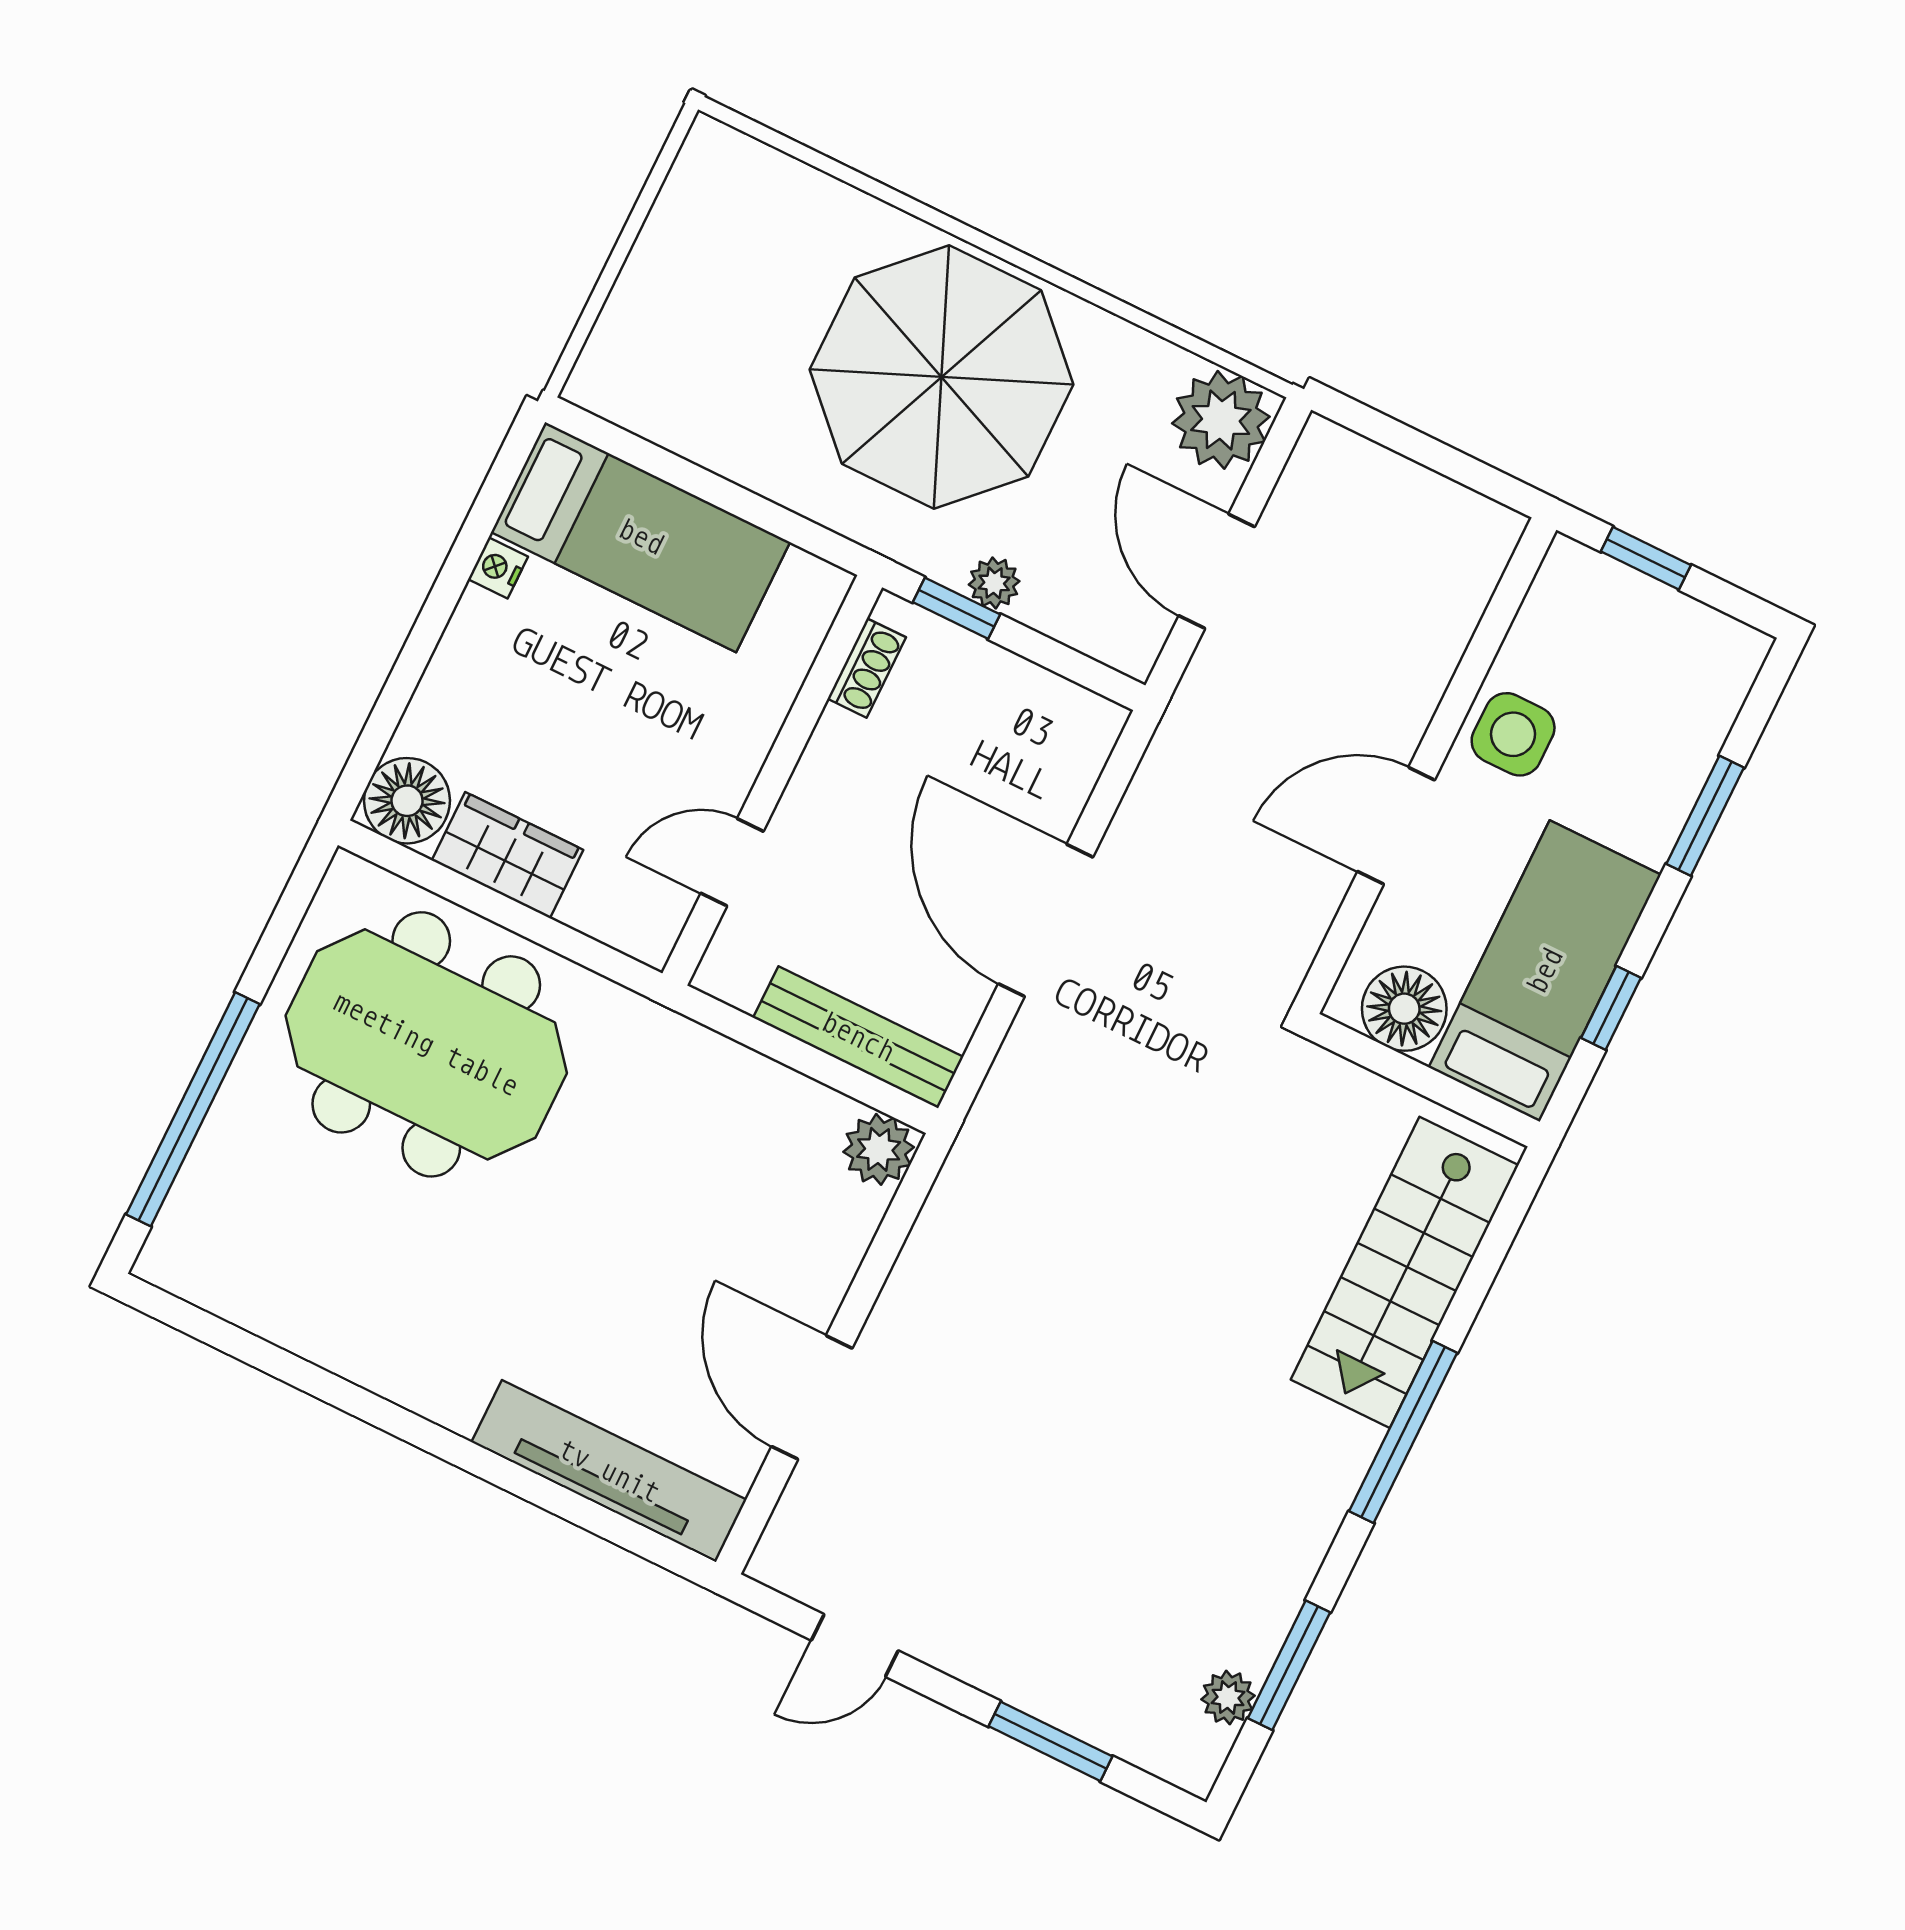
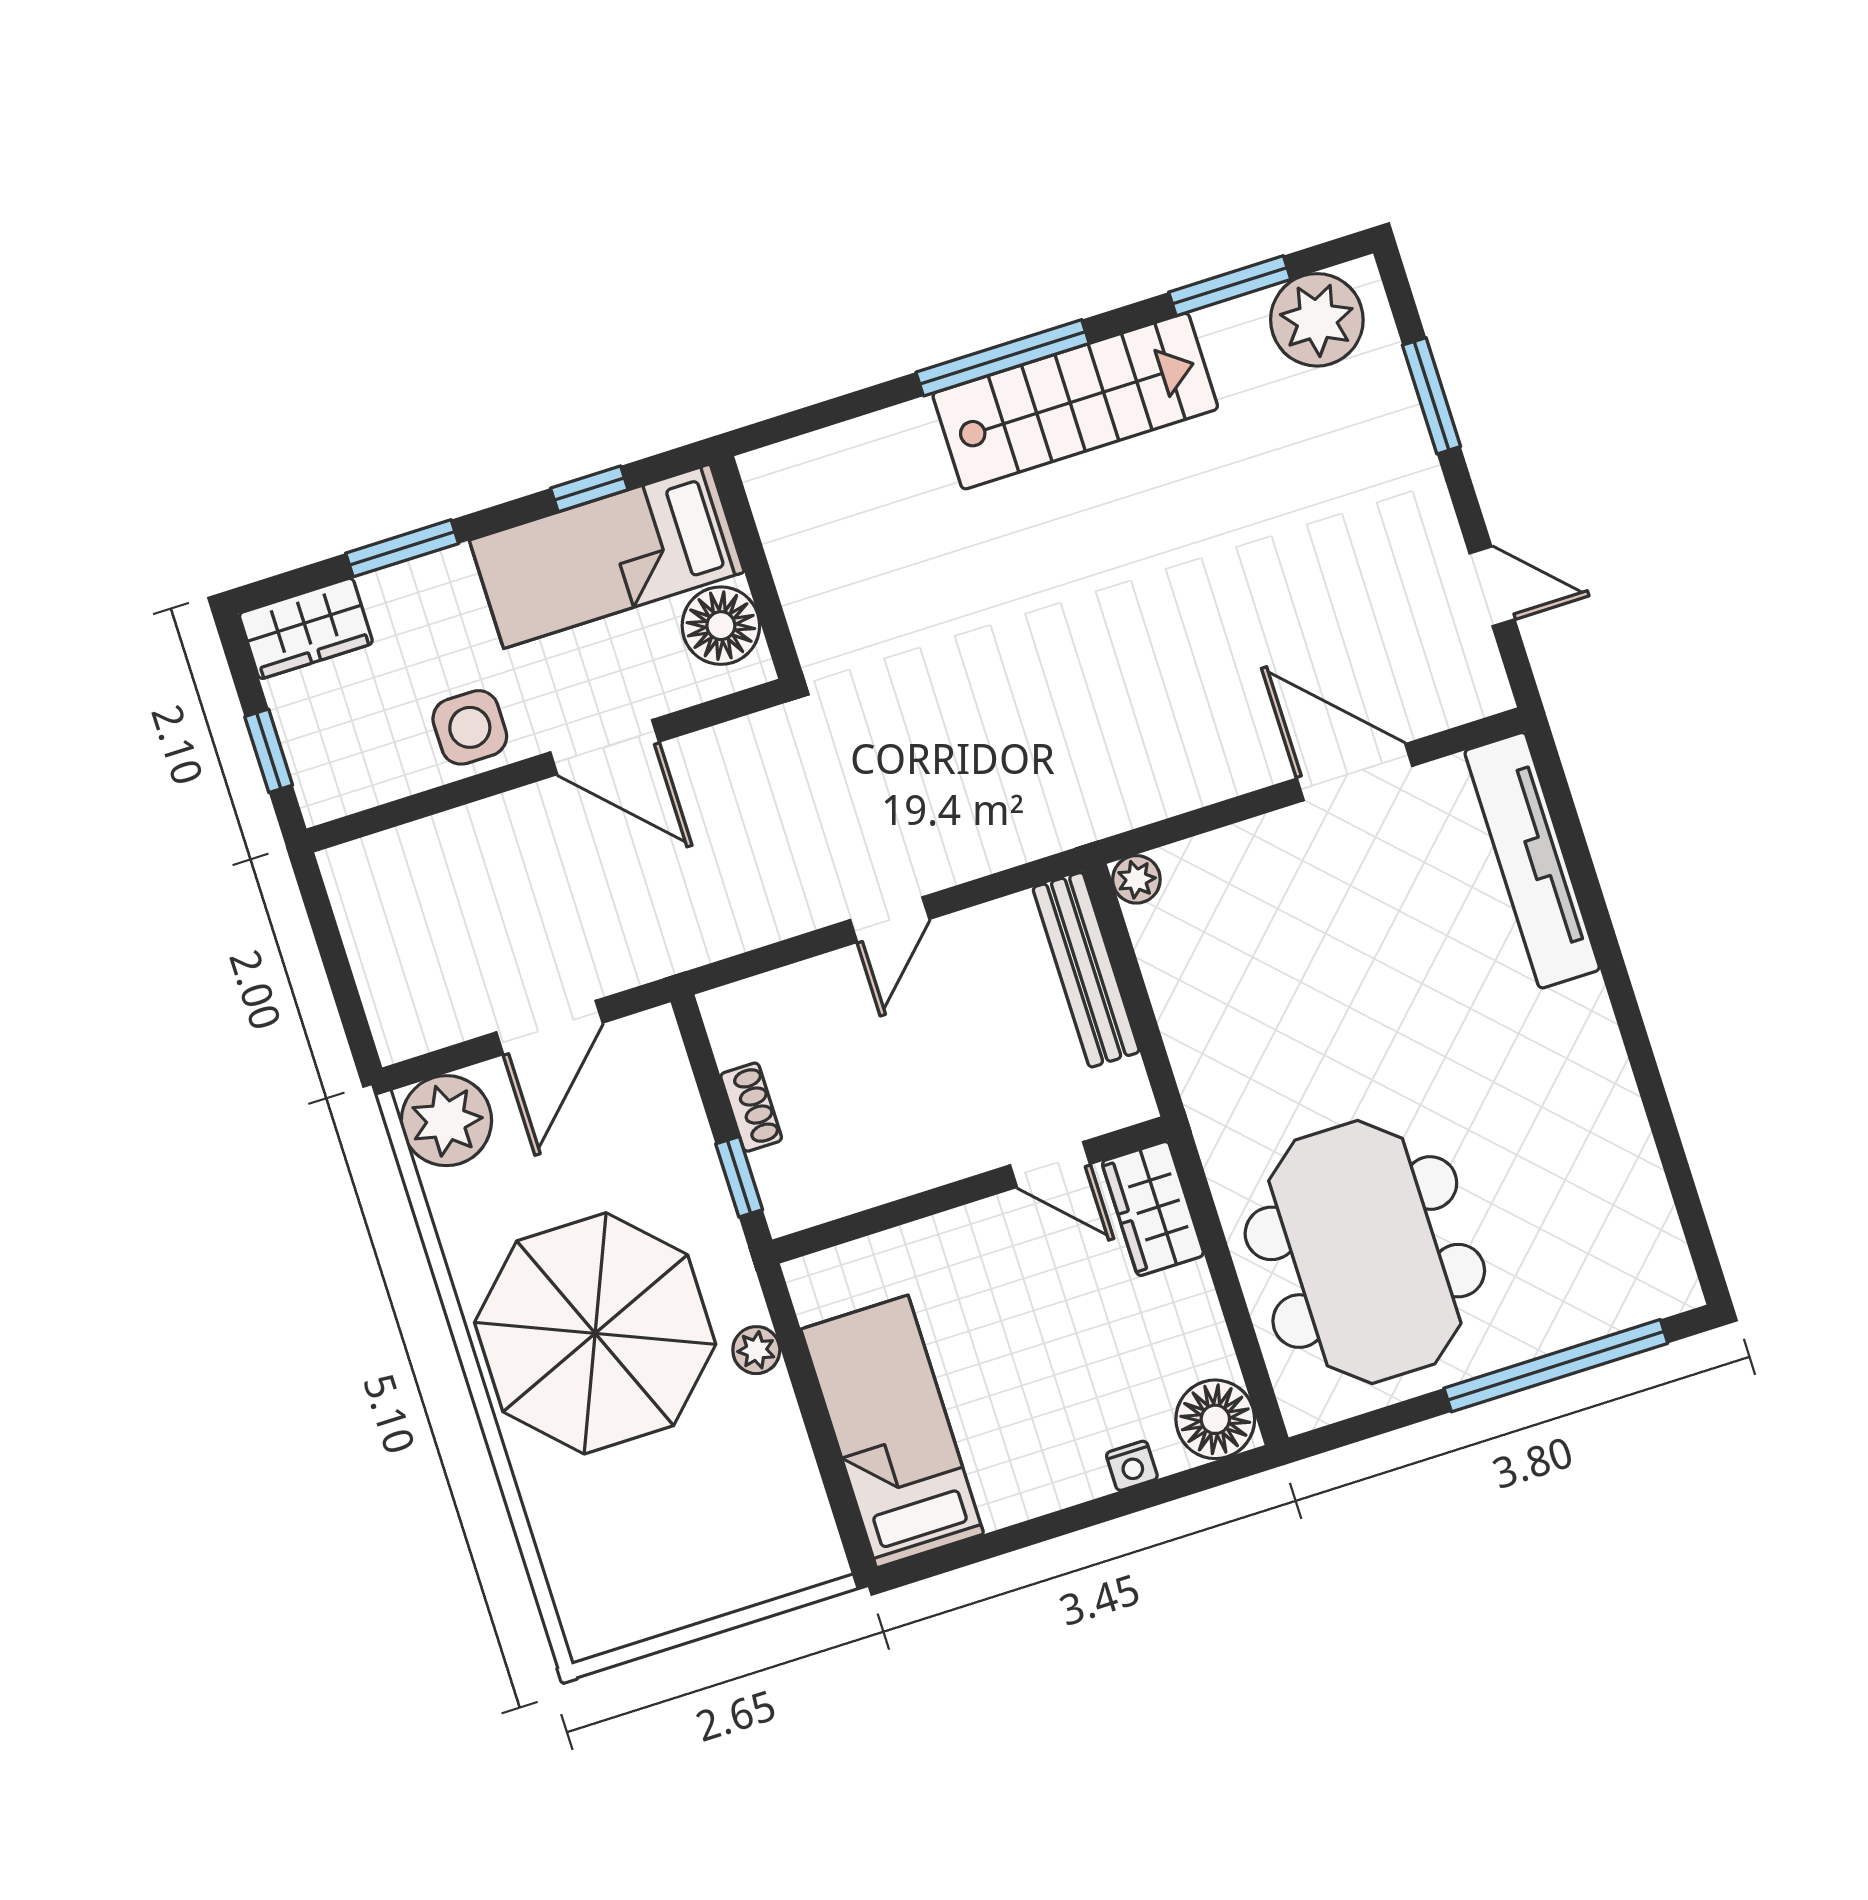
nightstand: (498, 568) -> (1132, 1466), moved
plant: (994, 583) -> (756, 1350), moved
shoe rack: (867, 668) -> (751, 1107), moved, turned 90
wardrobe: (1714, 680) -> (306, 628), added
wardrobe: (507, 855) -> (1153, 1208), moved
door: (1046, 920) -> (890, 920), width x0.53
plant: (879, 1149) -> (1136, 879), width x0.73, depth x0.73
stairs: (1405, 1272) -> (1075, 401), moved
door: (812, 1397) -> (1354, 772), swing flipped
plant: (1228, 1697) -> (1317, 320), width x1.88, depth x1.88

